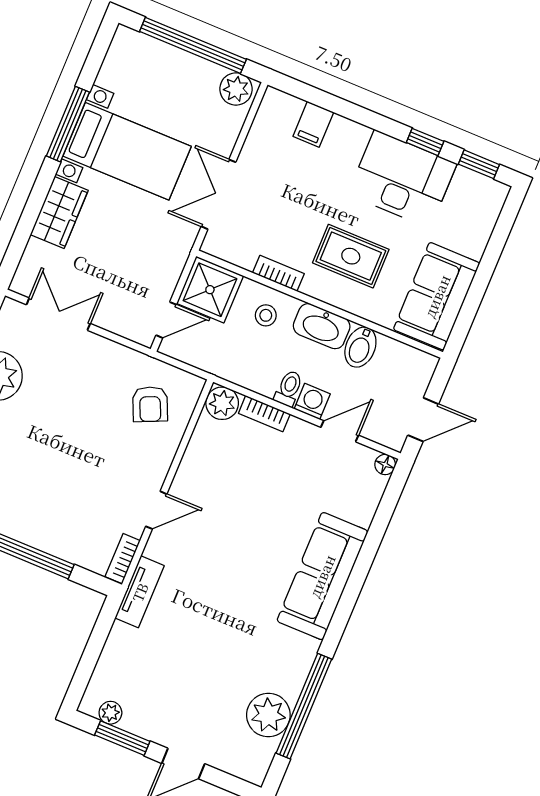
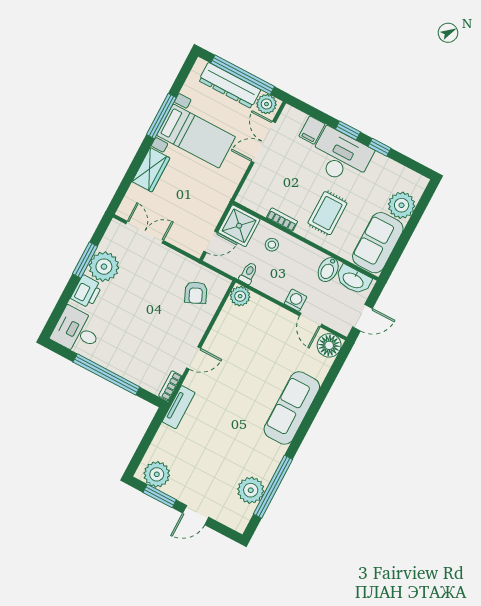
dresser: (174, 64) -> (230, 85), added
window: (479, 164) -> (348, 131), moved
desk: (402, 179) -> (341, 157), moved
double door: (218, 194) -> (263, 142), moved
plant: (469, 232) -> (402, 205), added
rug: (351, 256) -> (327, 213), turned 90
washbasin: (322, 326) -> (353, 280), moved
toilet: (289, 388) -> (248, 273), moved
bookcase: (264, 414) -> (265, 305), removed
door: (340, 431) -> (311, 320), swing flipped
floor lamp: (385, 465) -> (329, 345), width x1.89, depth x1.89
plant: (110, 713) -> (157, 474), width x1.87, depth x1.87

